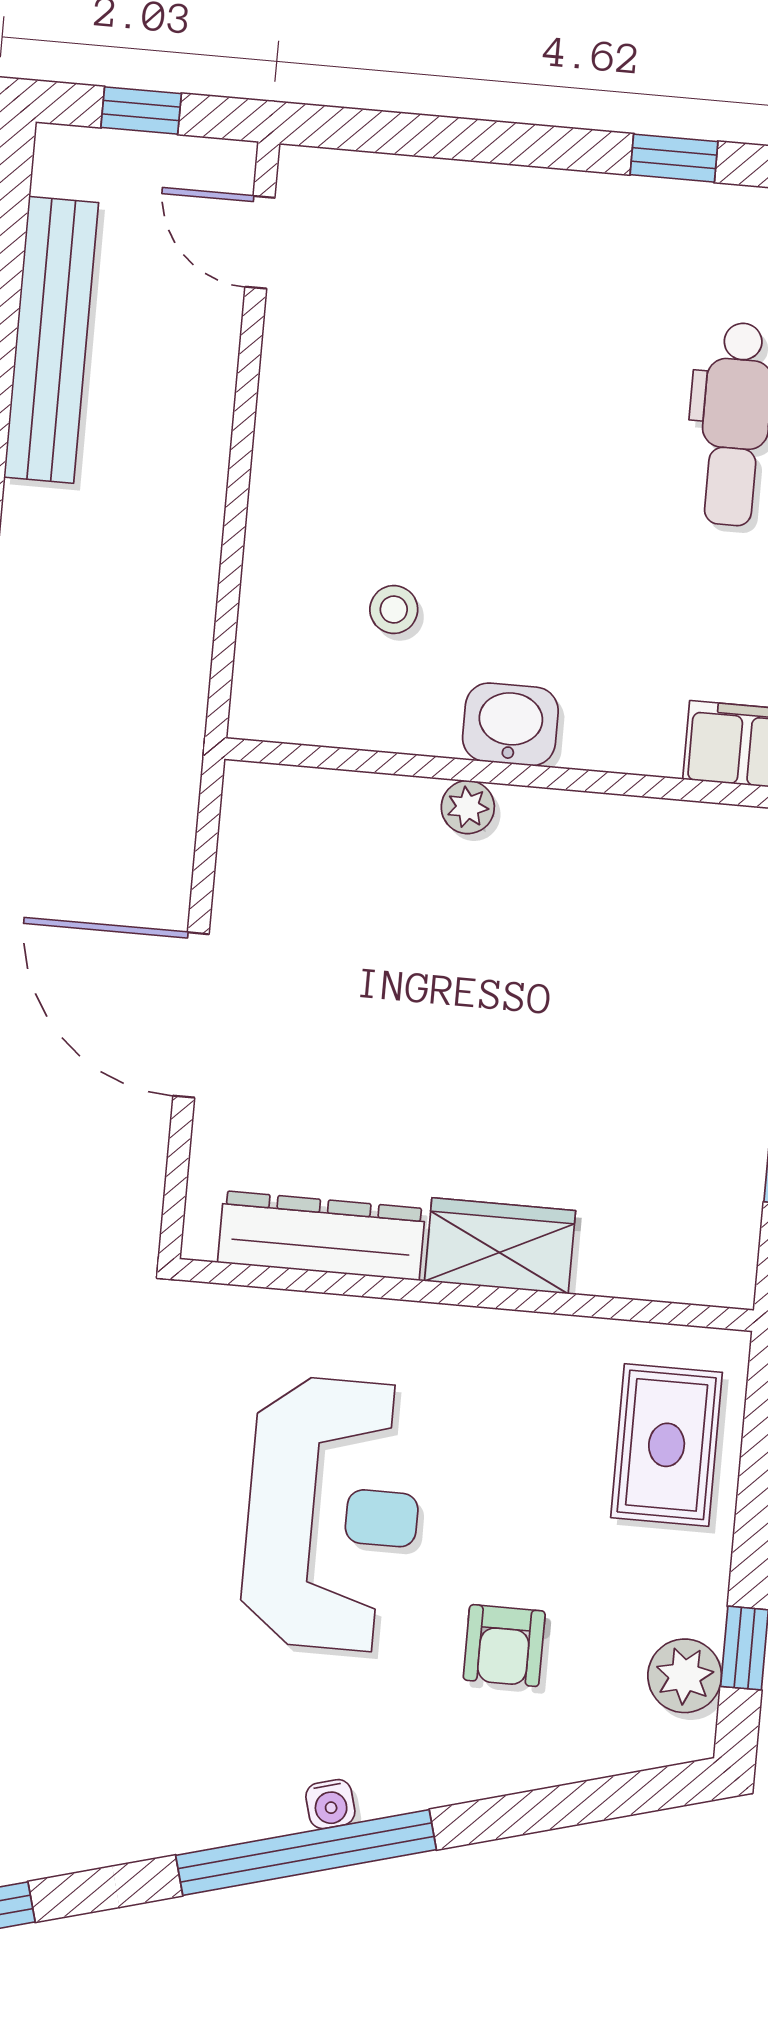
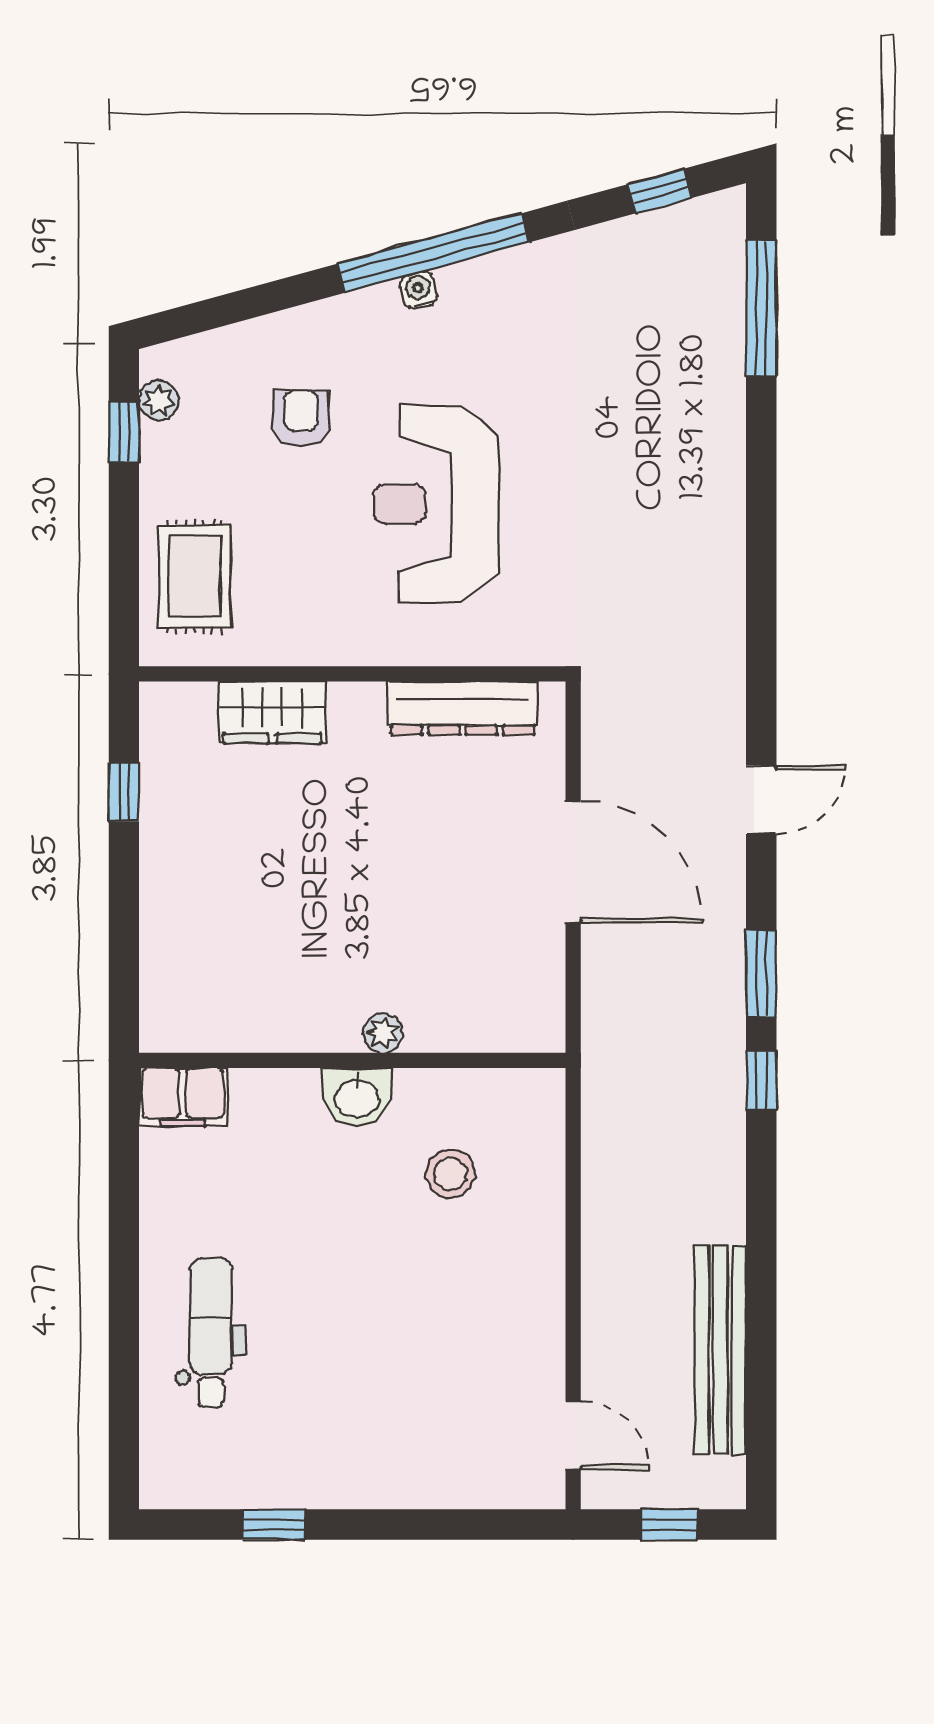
stool: (394, 609) -> (450, 1174), width x1.37, depth x1.37
wardrobe: (500, 1246) -> (272, 712), moved
plant: (685, 1676) -> (159, 400), width x0.73, depth x0.73

